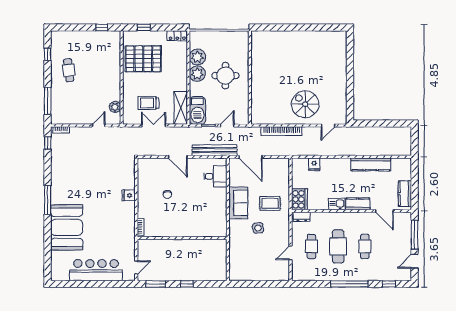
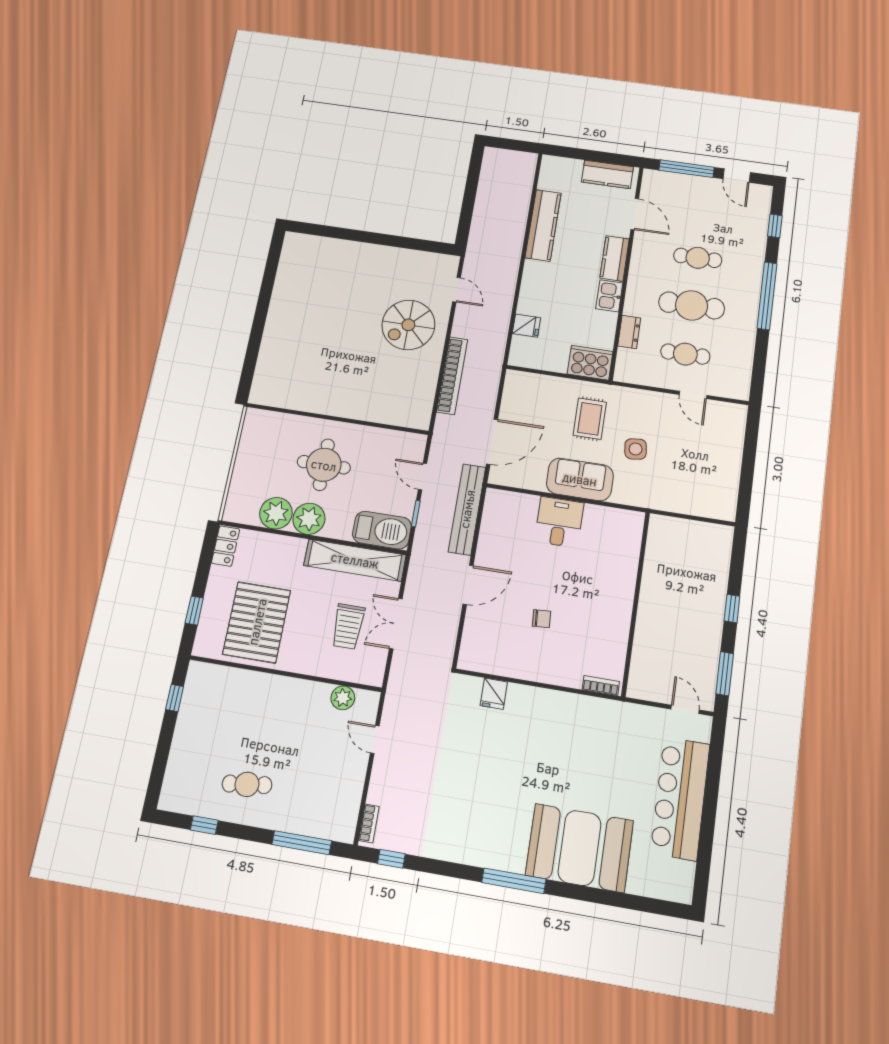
shelving: (181, 108) -> (355, 560), width x1.47
desk: (215, 176) -> (559, 522), moved
fridge: (129, 195) -> (494, 694), moved
door: (384, 211) -> (635, 214), hinge flipped
dresser: (302, 217) -> (629, 332), moved

